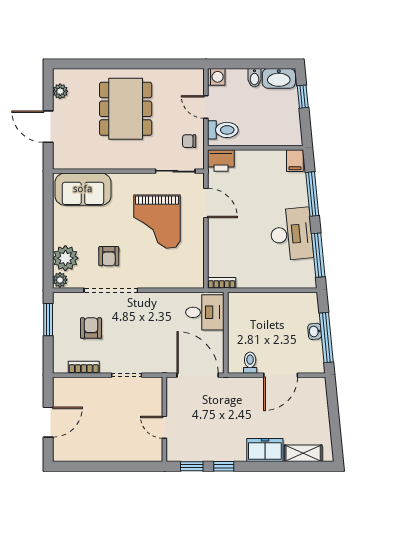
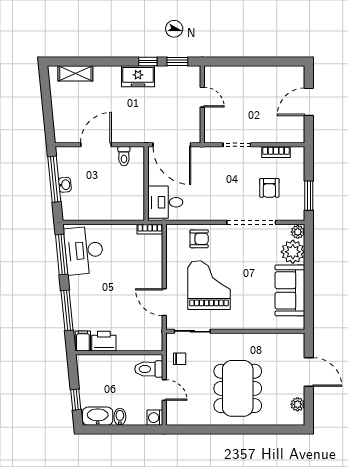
printer: (221, 160) -> (104, 341), moved
sofa: (83, 189) -> (290, 290), moved, turned -90
desk: (291, 234) -> (84, 250), moved
armchair: (109, 256) -> (199, 239), moved, turned 90
freezer: (265, 450) -> (138, 76), moved

